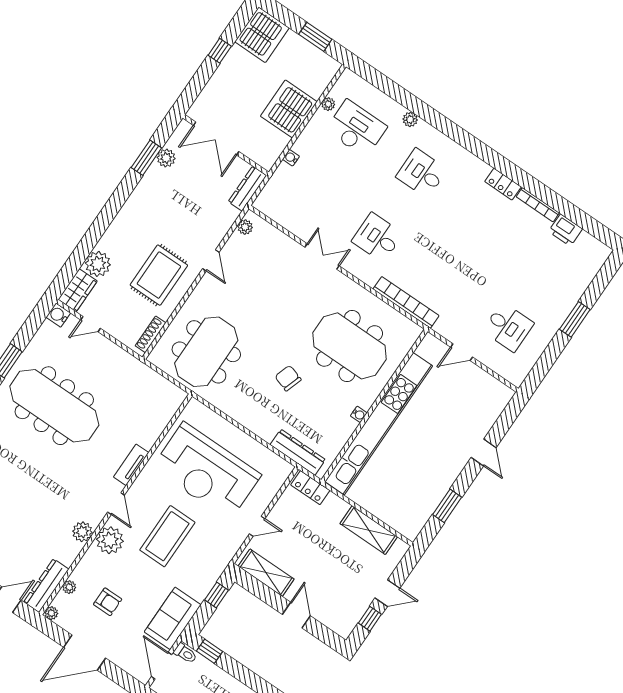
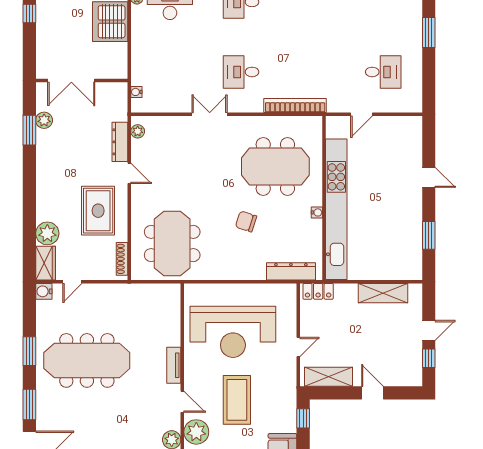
water cooler: (291, 158) -> (136, 92), moved
dresser: (247, 189) -> (120, 142), moved

